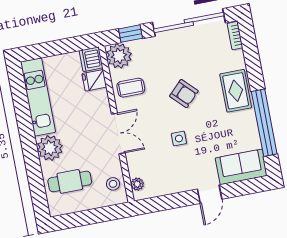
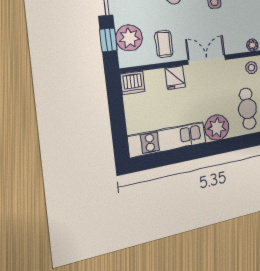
plant: (119, 56) -> (129, 38), moved
fridge: (94, 80) -> (175, 78), moved

